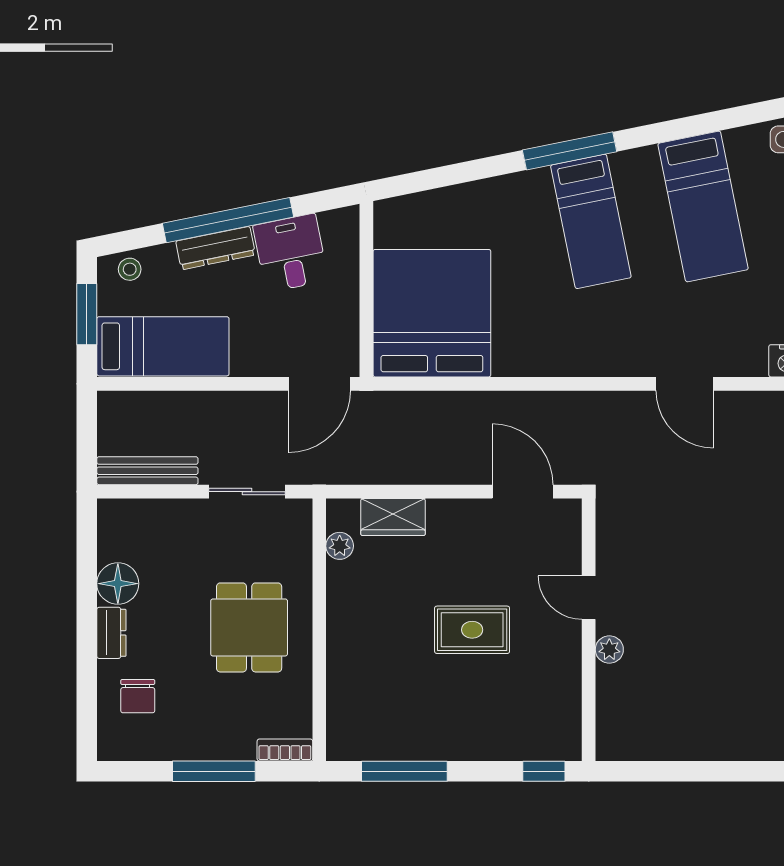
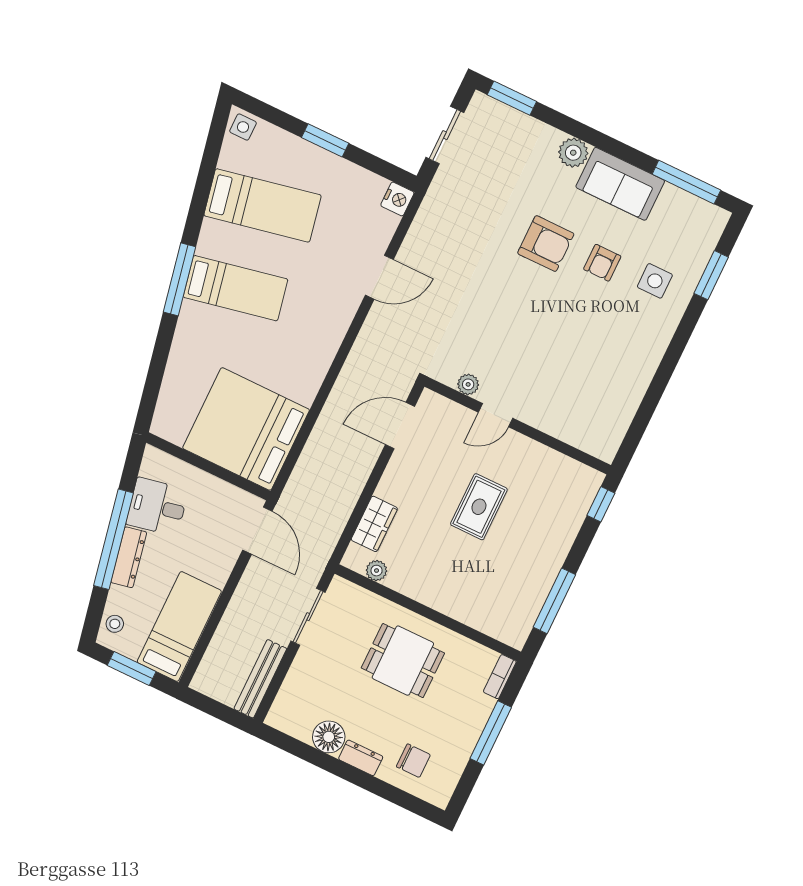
plant: (609, 650) -> (468, 384), moved

